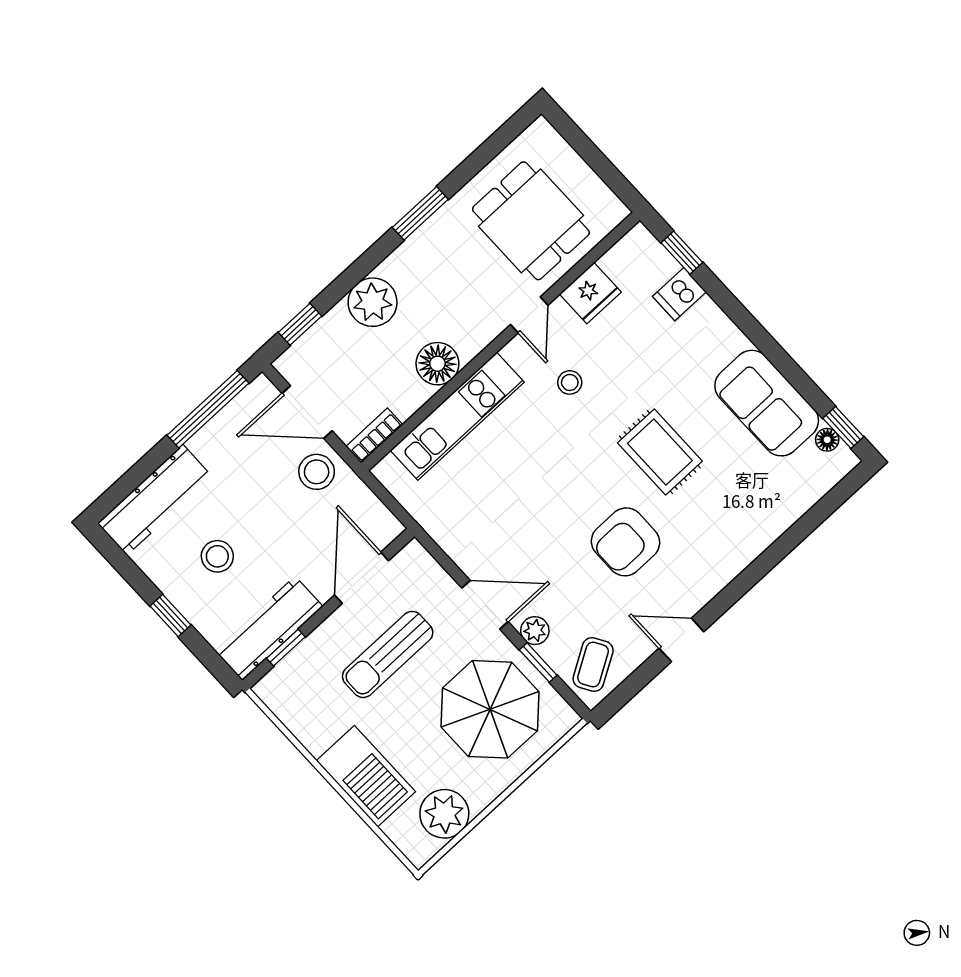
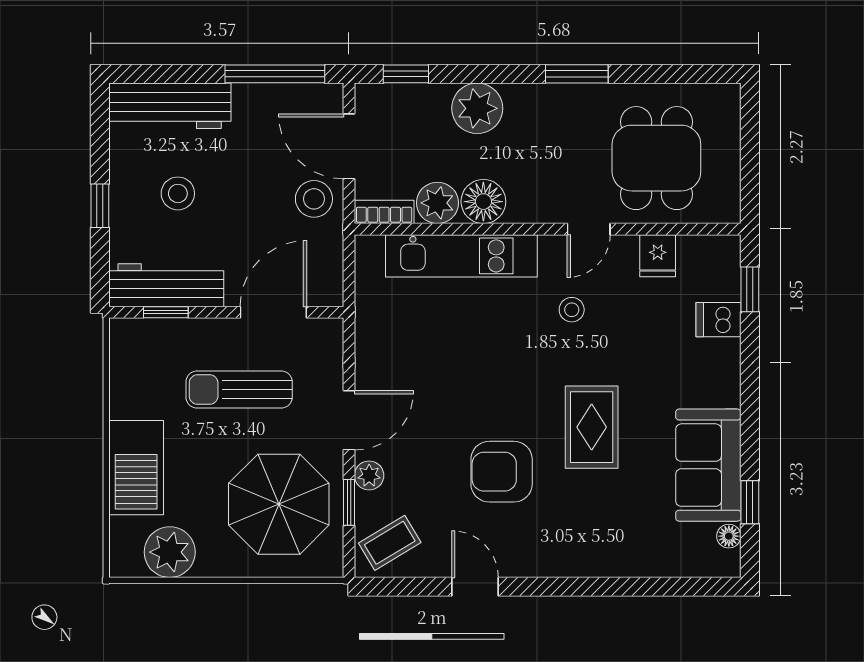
fridge: (590, 293) -> (658, 256), width x0.72
plant: (406, 394) -> (437, 203), added
window: (843, 428) -> (750, 502), moved
door: (485, 605) -> (349, 420), hinge flipped

